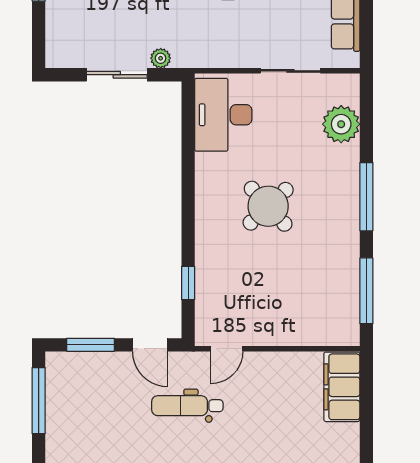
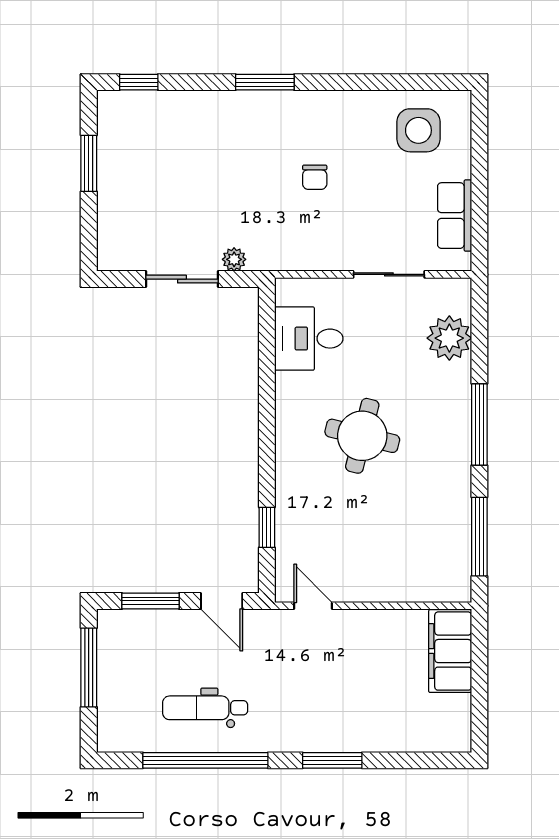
desk: (223, 115) -> (309, 339), width x0.73
round table: (268, 206) -> (362, 436), turned -33
door: (227, 349) -> (313, 606), swing flipped
dental chair: (187, 406) -> (205, 708), moved

